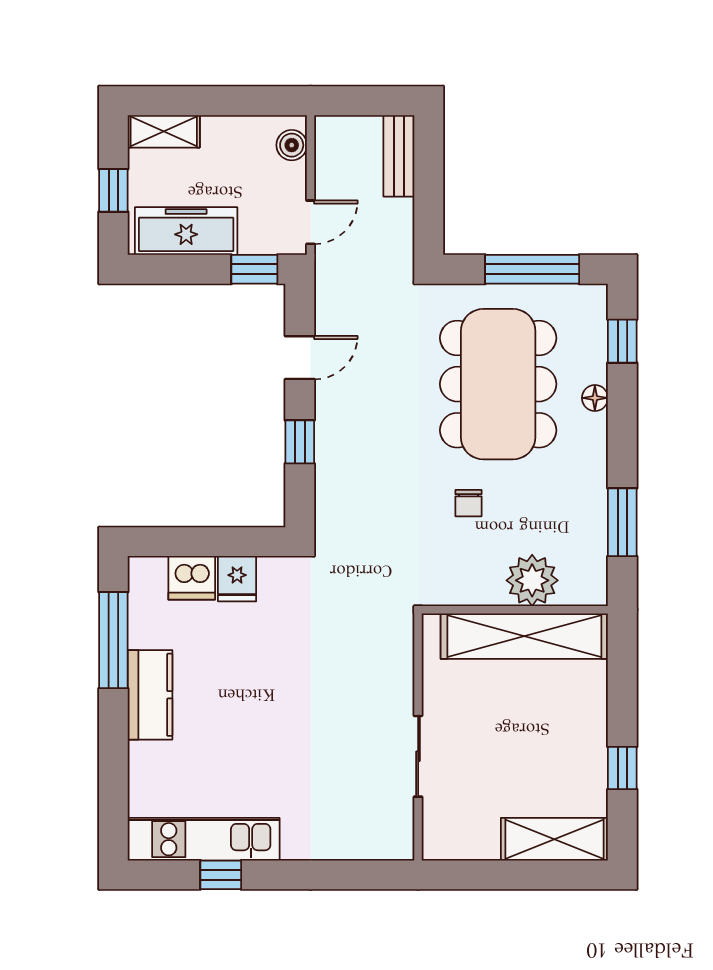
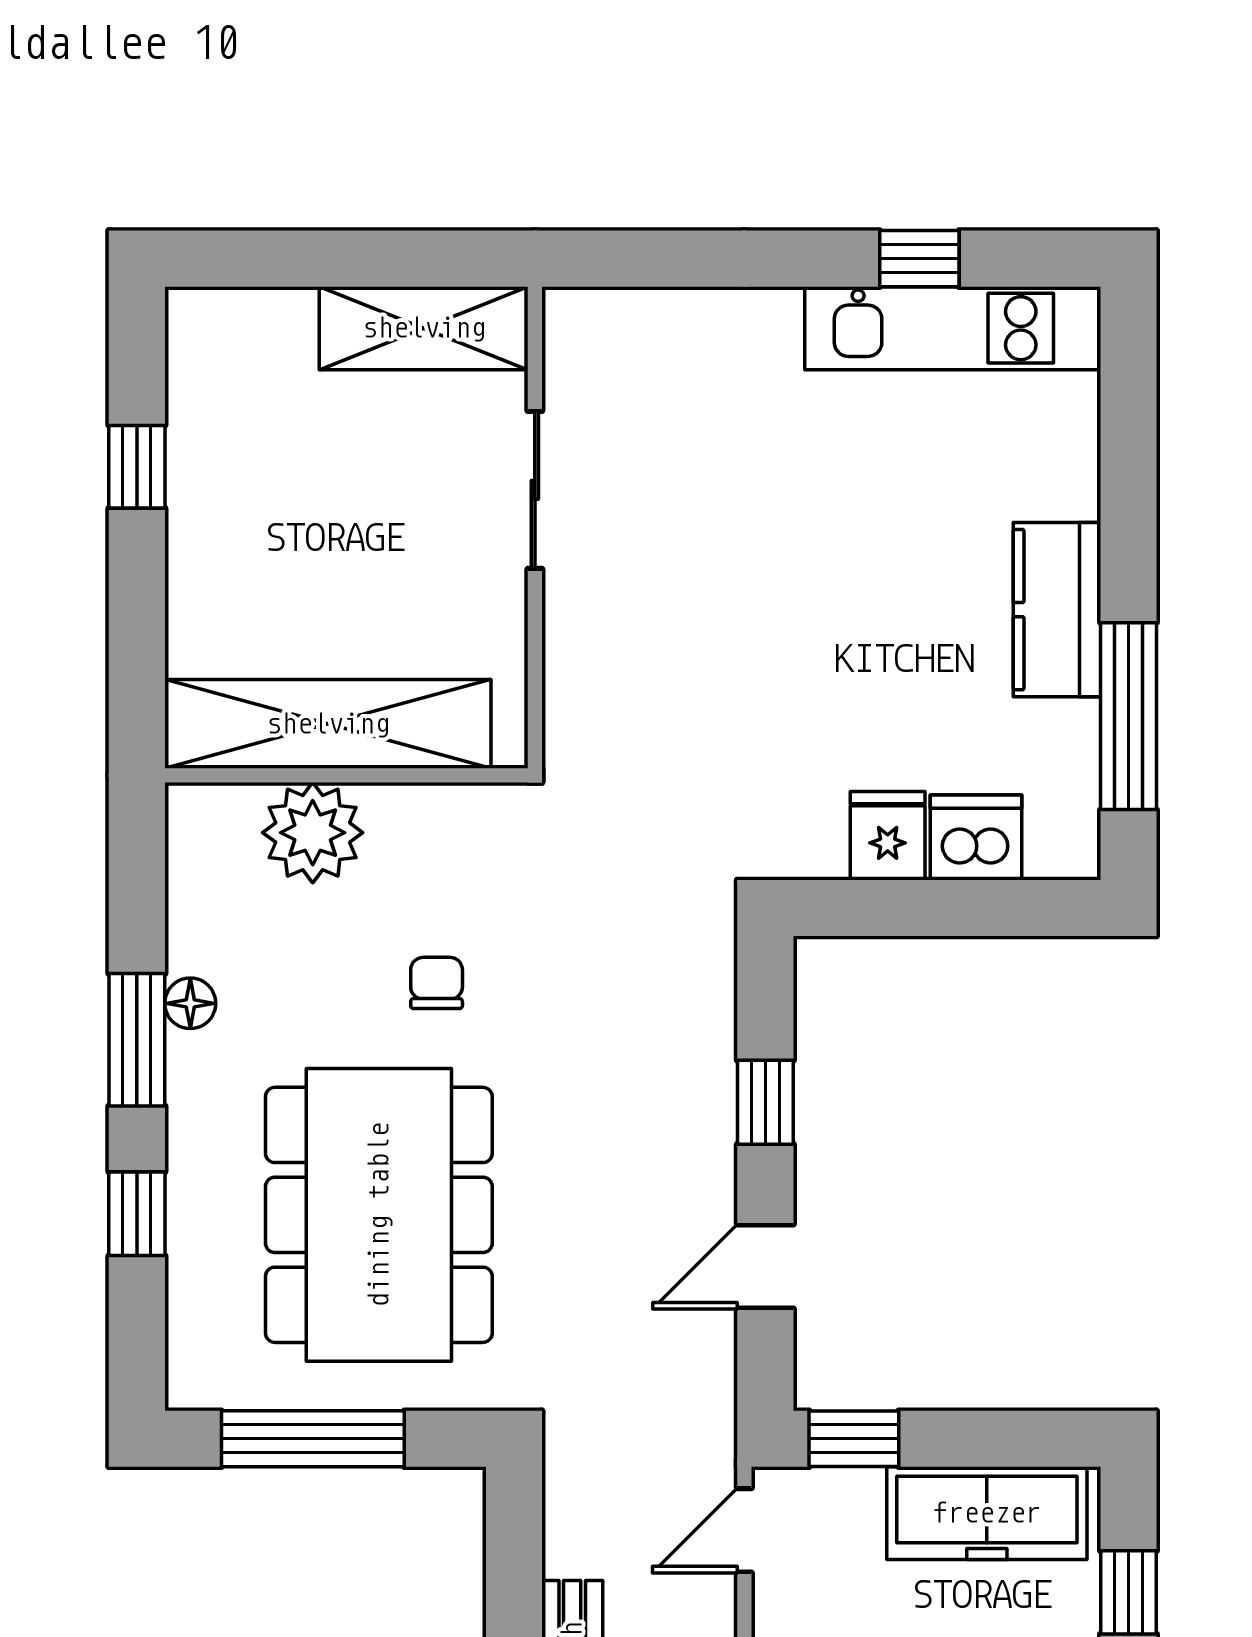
window: (622, 341) -> (137, 1214), moved
floor lamp: (595, 398) -> (190, 1003), moved
window: (622, 522) -> (137, 1040), moved
shelving: (554, 839) -> (424, 328), moved

